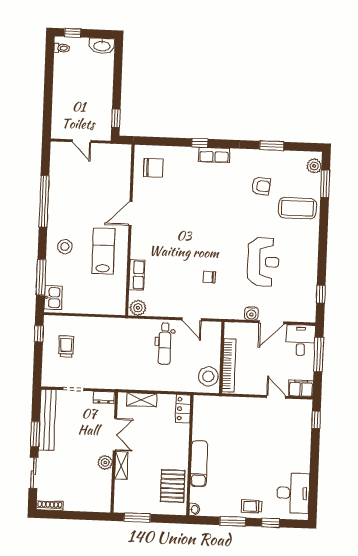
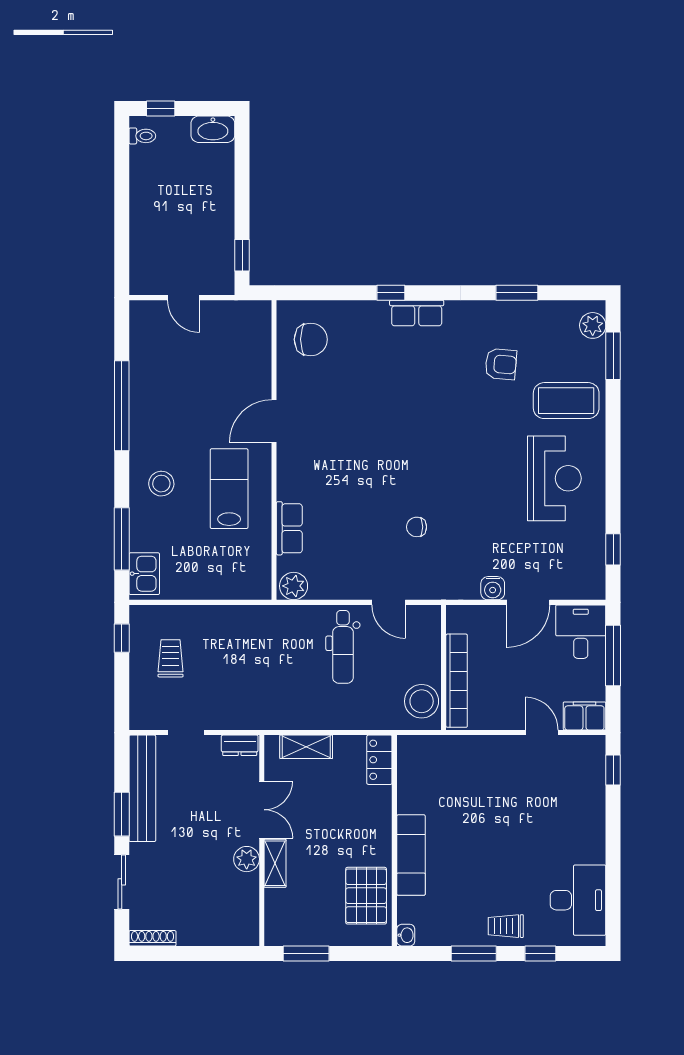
reception desk: (263, 262) -> (554, 478), moved

